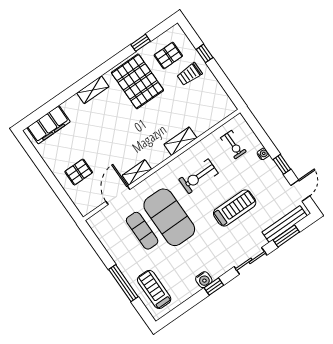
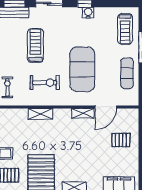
treadmill: (235, 208) -> (35, 46), turned 90
exercise mat: (142, 231) -> (127, 73), moved

